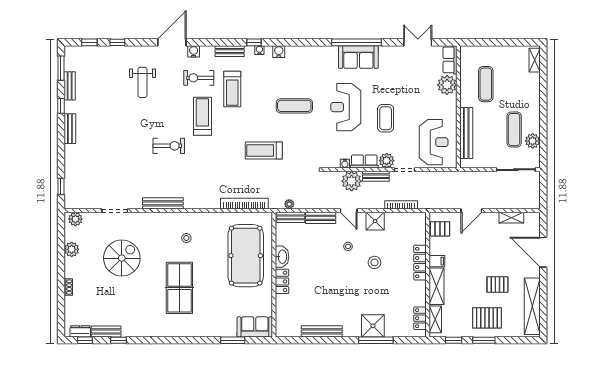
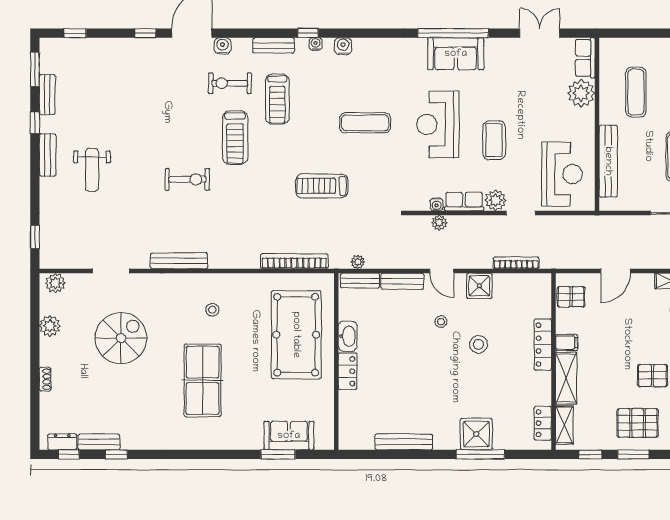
window: (117, 42) -> (145, 33), moved
weight bench: (142, 82) -> (92, 170), moved
treadmill: (202, 116) -> (235, 138), turned 180
bench: (376, 176) -> (480, 222), removed
plant: (352, 181) -> (439, 223), width x0.53, depth x0.53
sofa: (255, 327) -> (289, 436), moved

